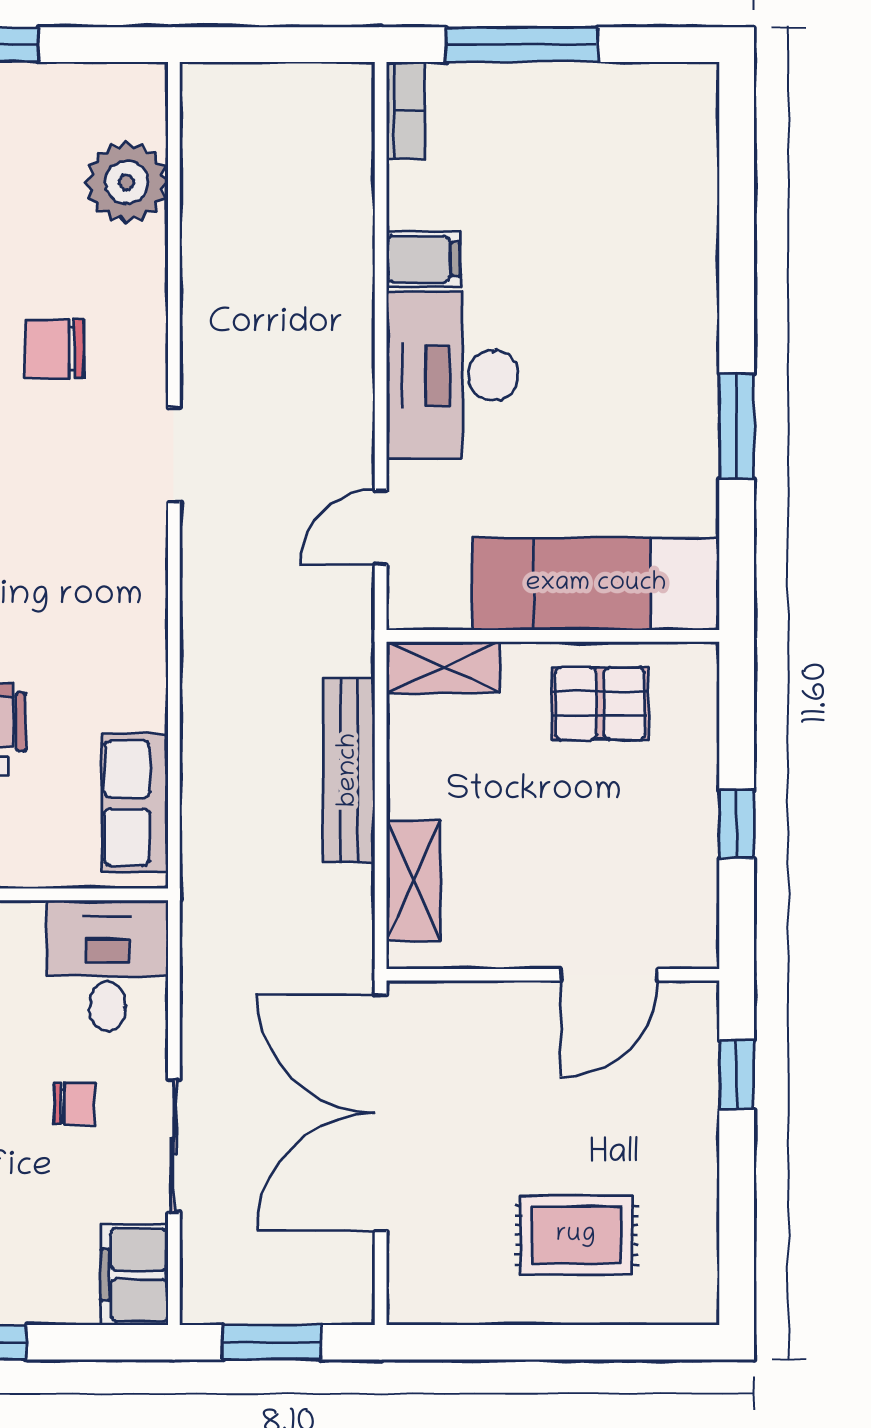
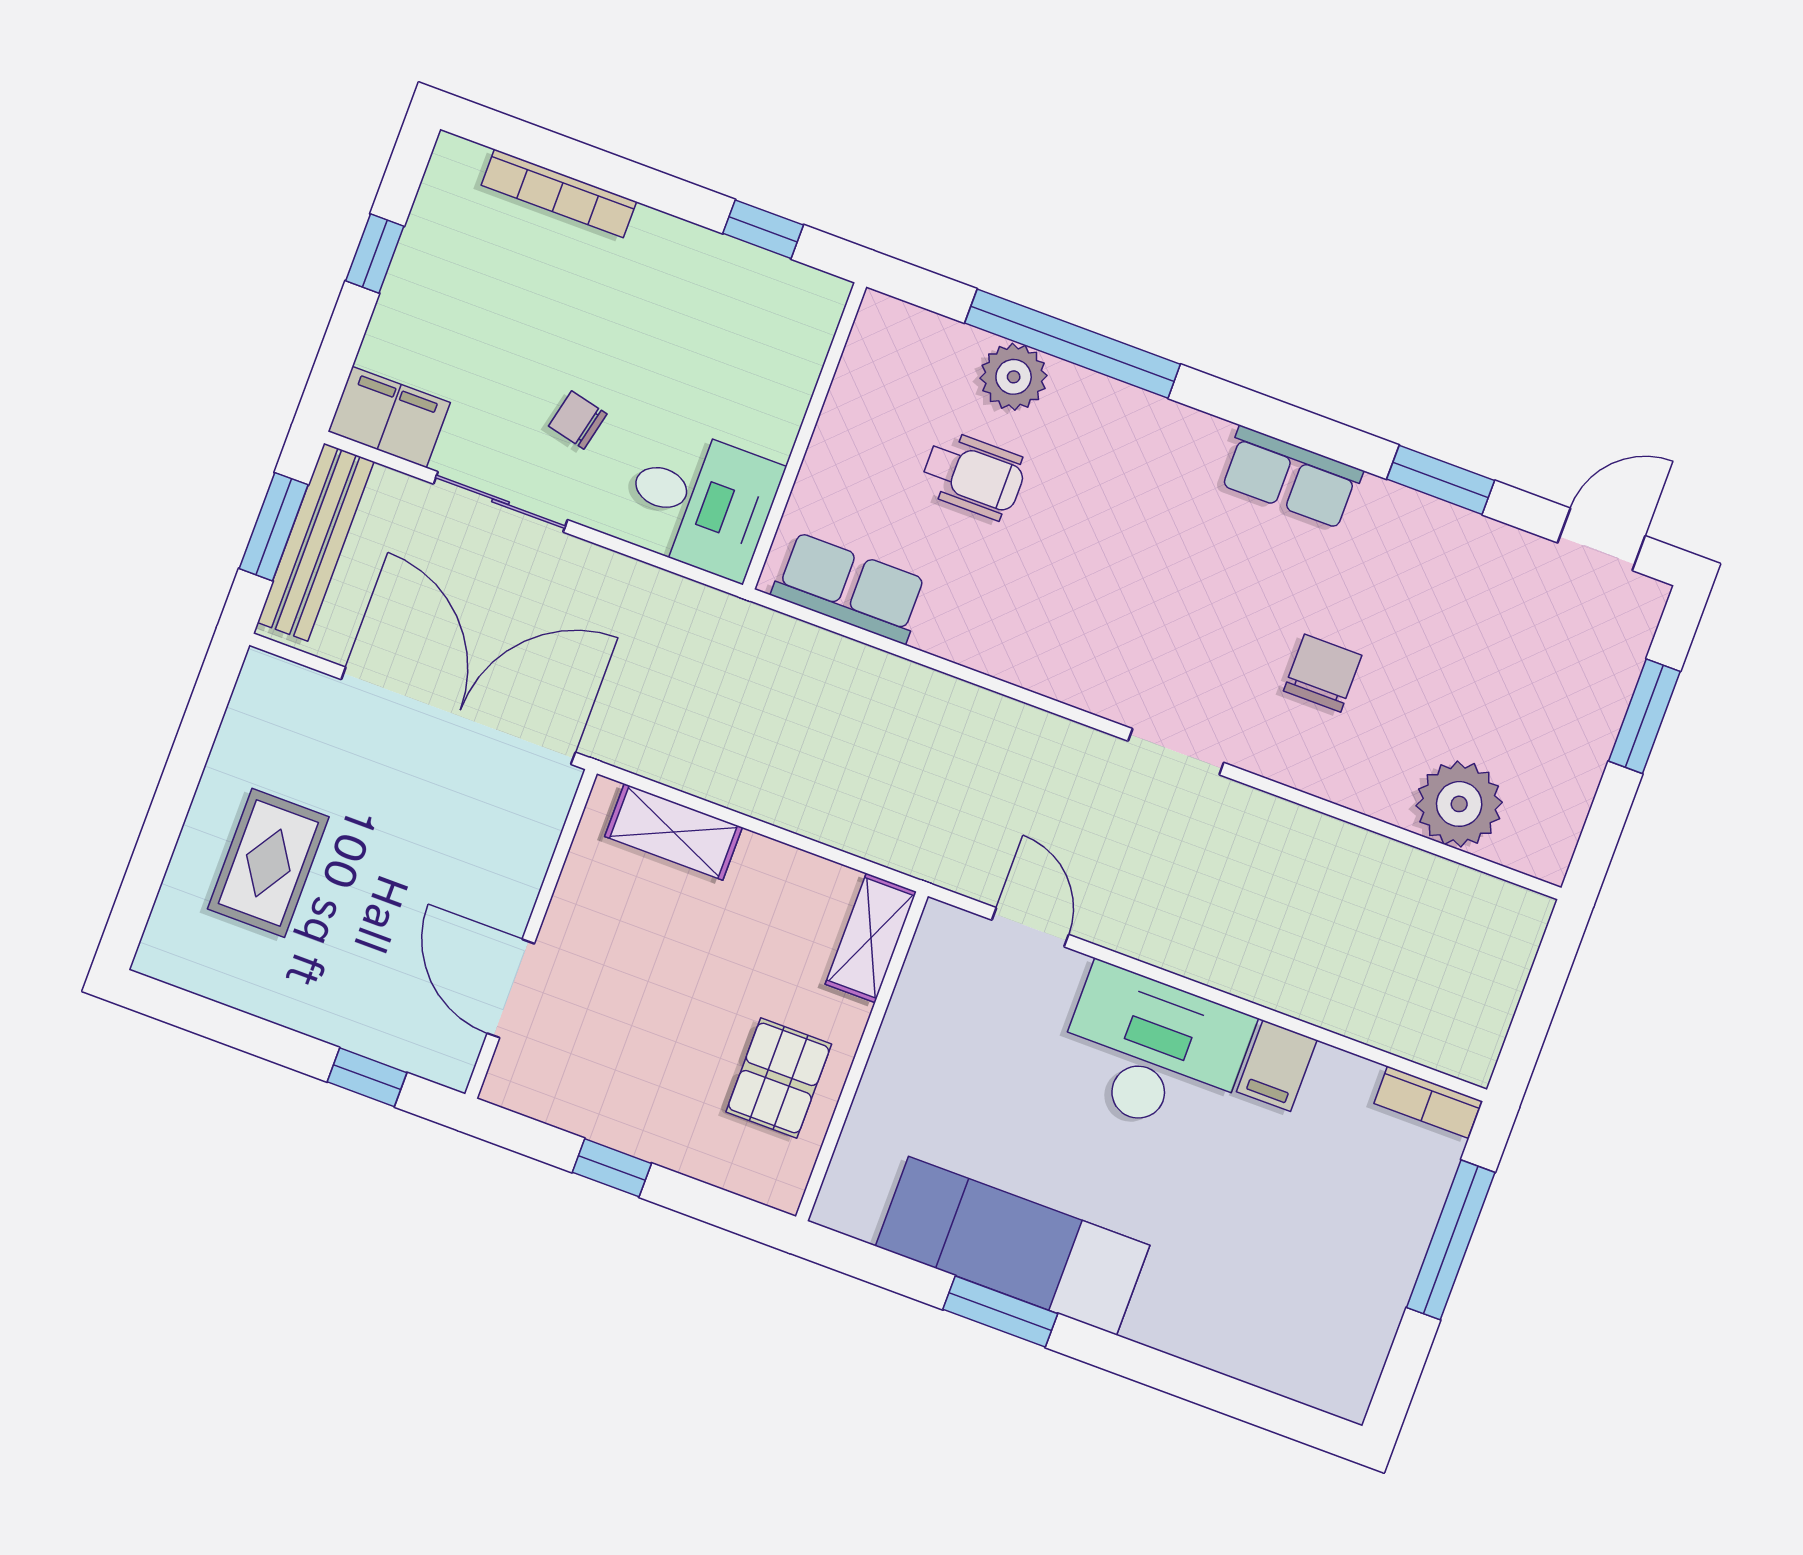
exam couch: (596, 584) -> (1013, 1246), moved, turned -90
bench: (349, 770) -> (316, 542), moved, turned 90
chair: (74, 1104) -> (578, 420), turned 102

